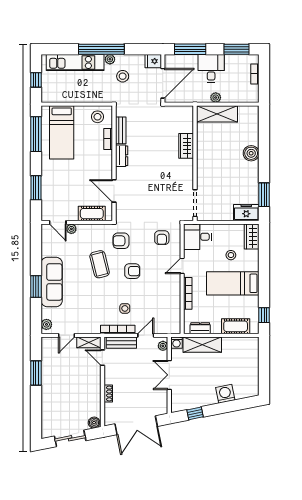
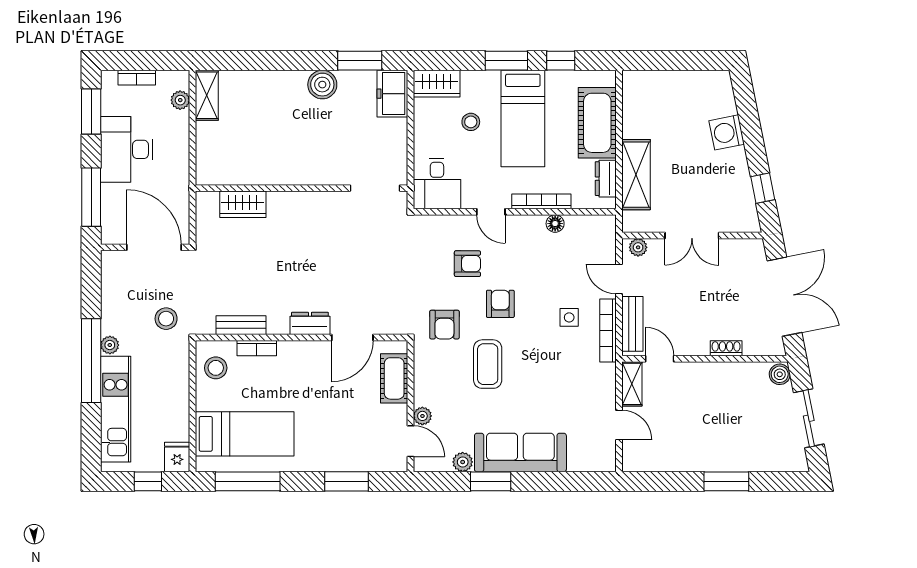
fridge: (153, 61) -> (177, 457), moved, turned 180
desk: (211, 68) -> (127, 149), width x1.37
stool: (123, 76) -> (166, 319), moved
plant: (216, 98) -> (180, 100), moved
shelving: (217, 114) -> (207, 95), moved, width x0.67, depth x0.75
wardrobe: (186, 146) -> (243, 204), moved
boiler: (251, 153) -> (322, 85), moved
dresser: (122, 156) -> (310, 323), moved
door: (58, 222) -> (411, 441), hinge flipped
armchair: (162, 238) -> (467, 264), moved
coffee table: (100, 264) -> (488, 364), turned -76
window: (264, 274) -> (506, 61), added
window: (36, 287) -> (491, 481), moved
floor lamp: (176, 301) -> (555, 224), added
window: (264, 315) -> (561, 61), moved
plant: (46, 324) -> (463, 462), moved
cot: (236, 326) -> (597, 123), width x1.37, depth x1.34
washing machine: (176, 343) -> (632, 222), removed
door: (102, 358) -> (660, 359), swing flipped
window: (36, 373) -> (726, 481), moved

